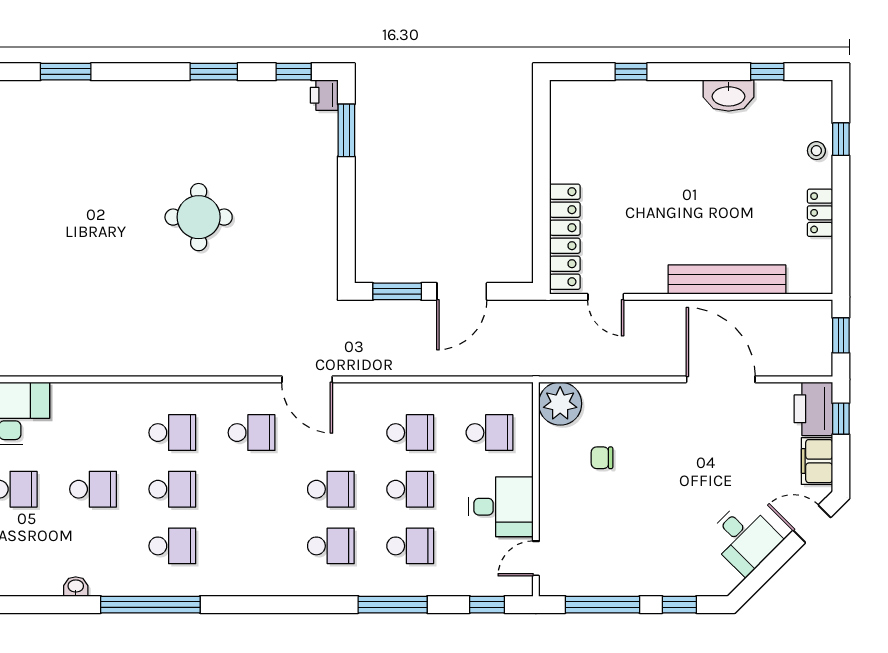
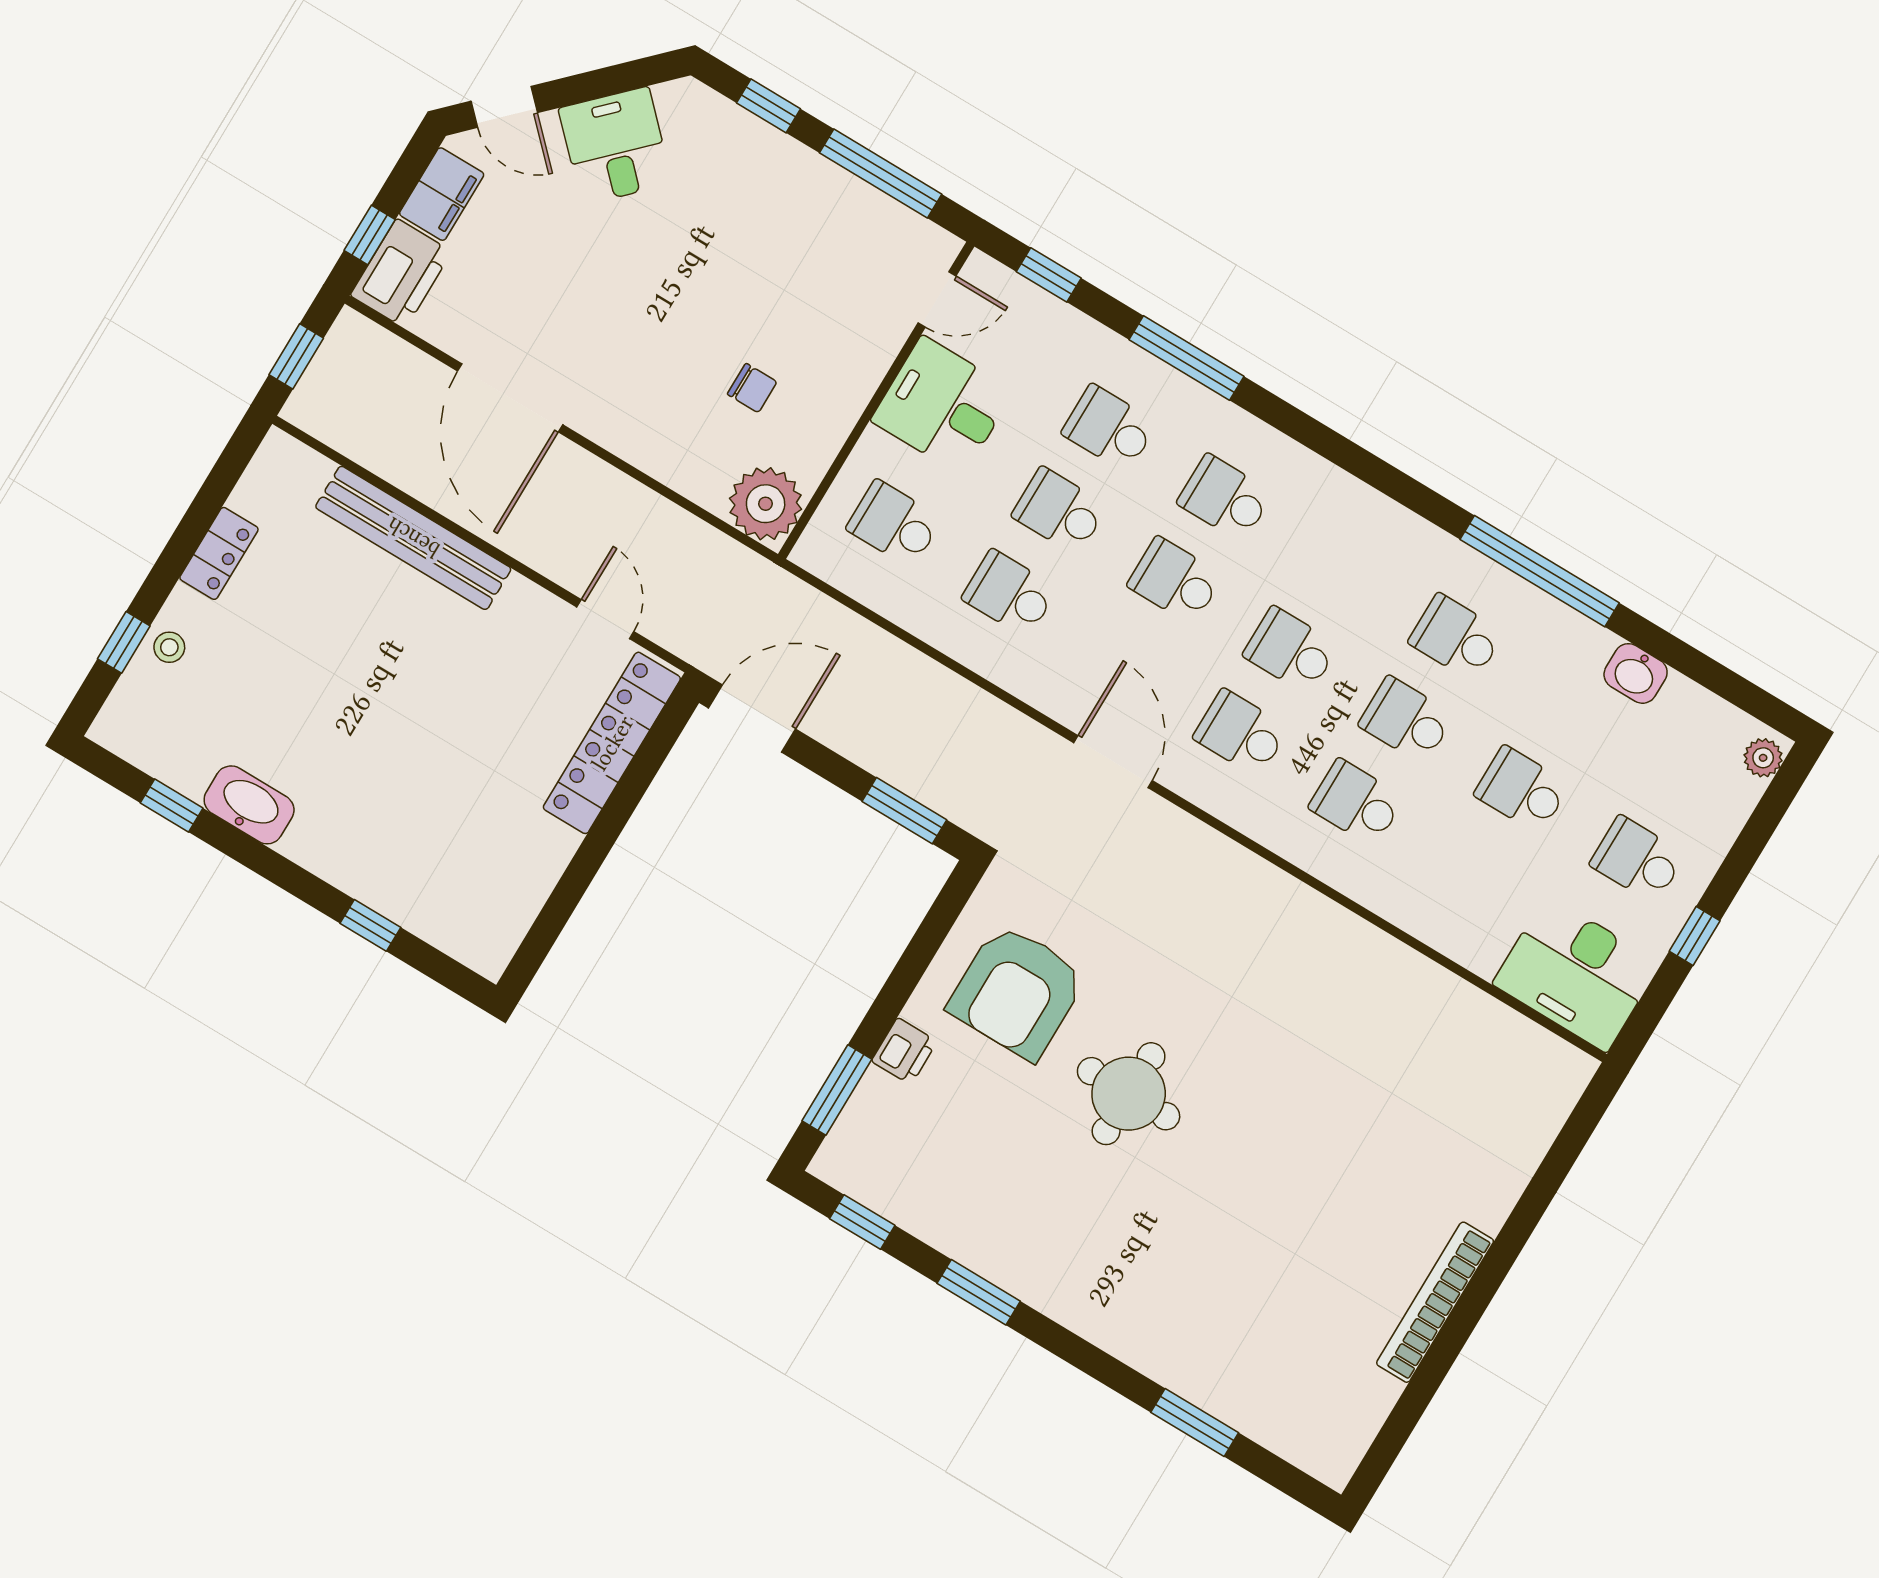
printer: (324, 95) -> (904, 1051), moved
armchair: (286, 235) -> (1017, 992), added
door: (462, 291) -> (752, 719), moved
school desk: (252, 489) -> (1291, 650), added
washbasin: (76, 587) -> (1636, 673), width x1.38, depth x1.45

